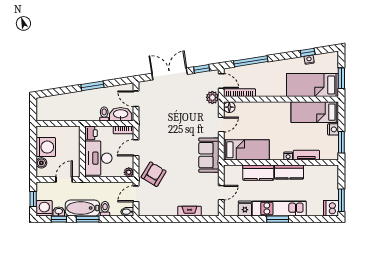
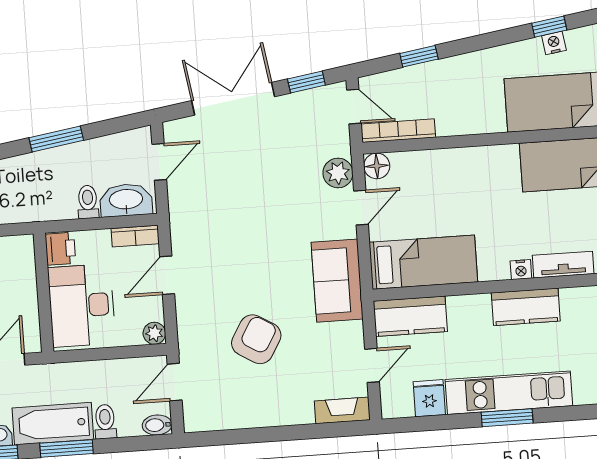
window: (251, 61) -> (419, 56), width x0.46
plant: (212, 97) -> (338, 173), moved
door: (136, 99) -> (159, 162), swing flipped
kitchen counter: (258, 173) -> (410, 316), moved
armchair: (154, 174) -> (256, 339), moved
fireplace: (189, 211) -> (342, 410), moved

